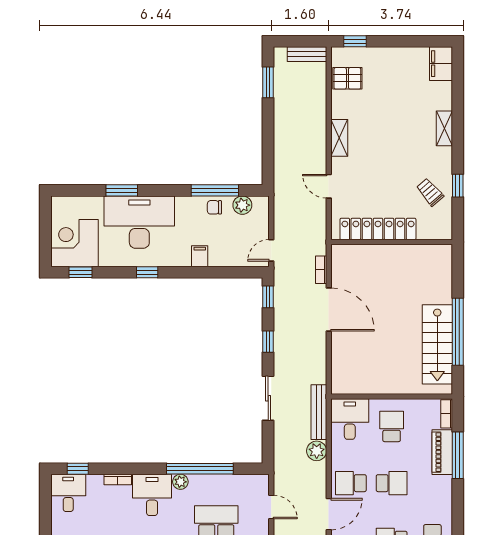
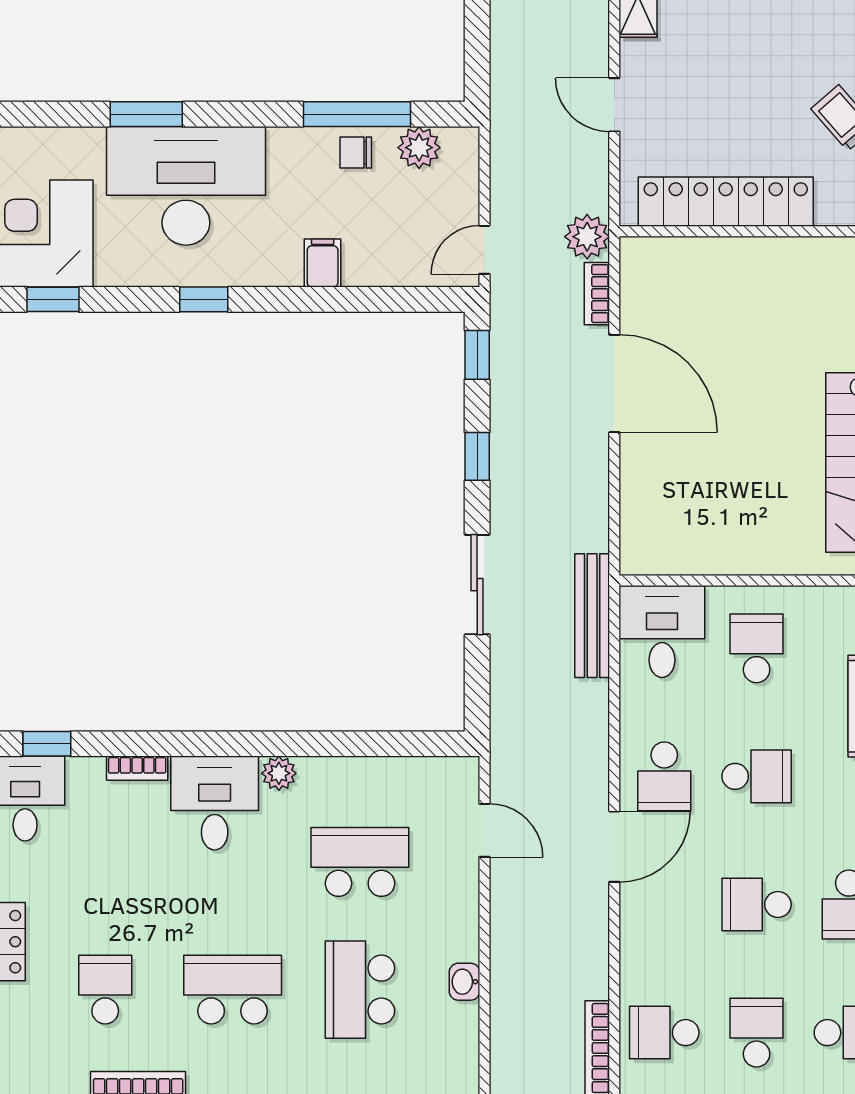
plant: (317, 451) -> (587, 237), moved
window: (200, 469) -> (323, 744), removed
school desk: (351, 483) -> (664, 776), turned -90

